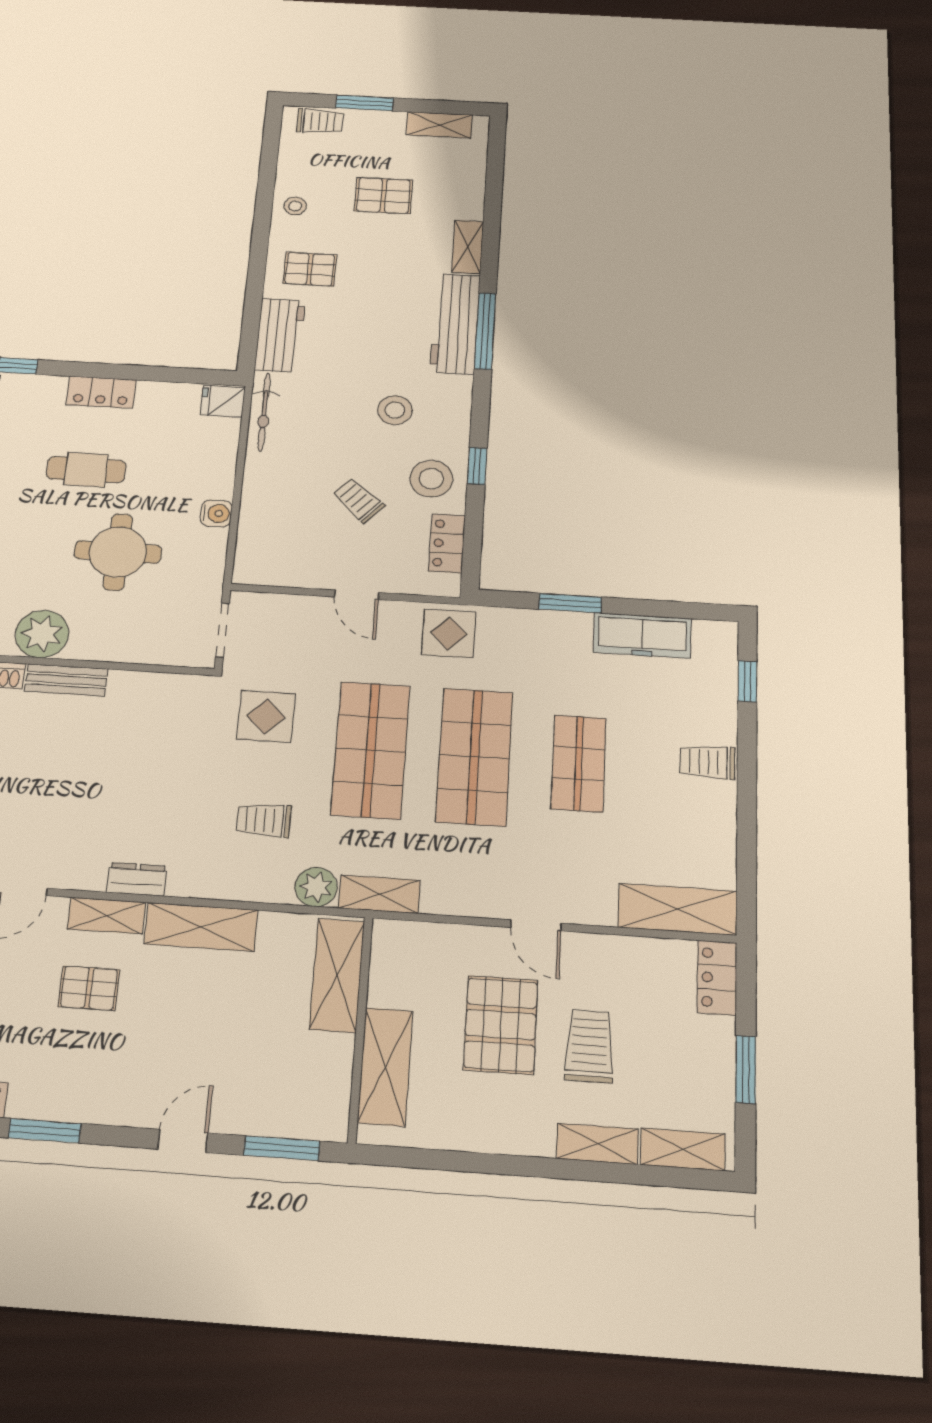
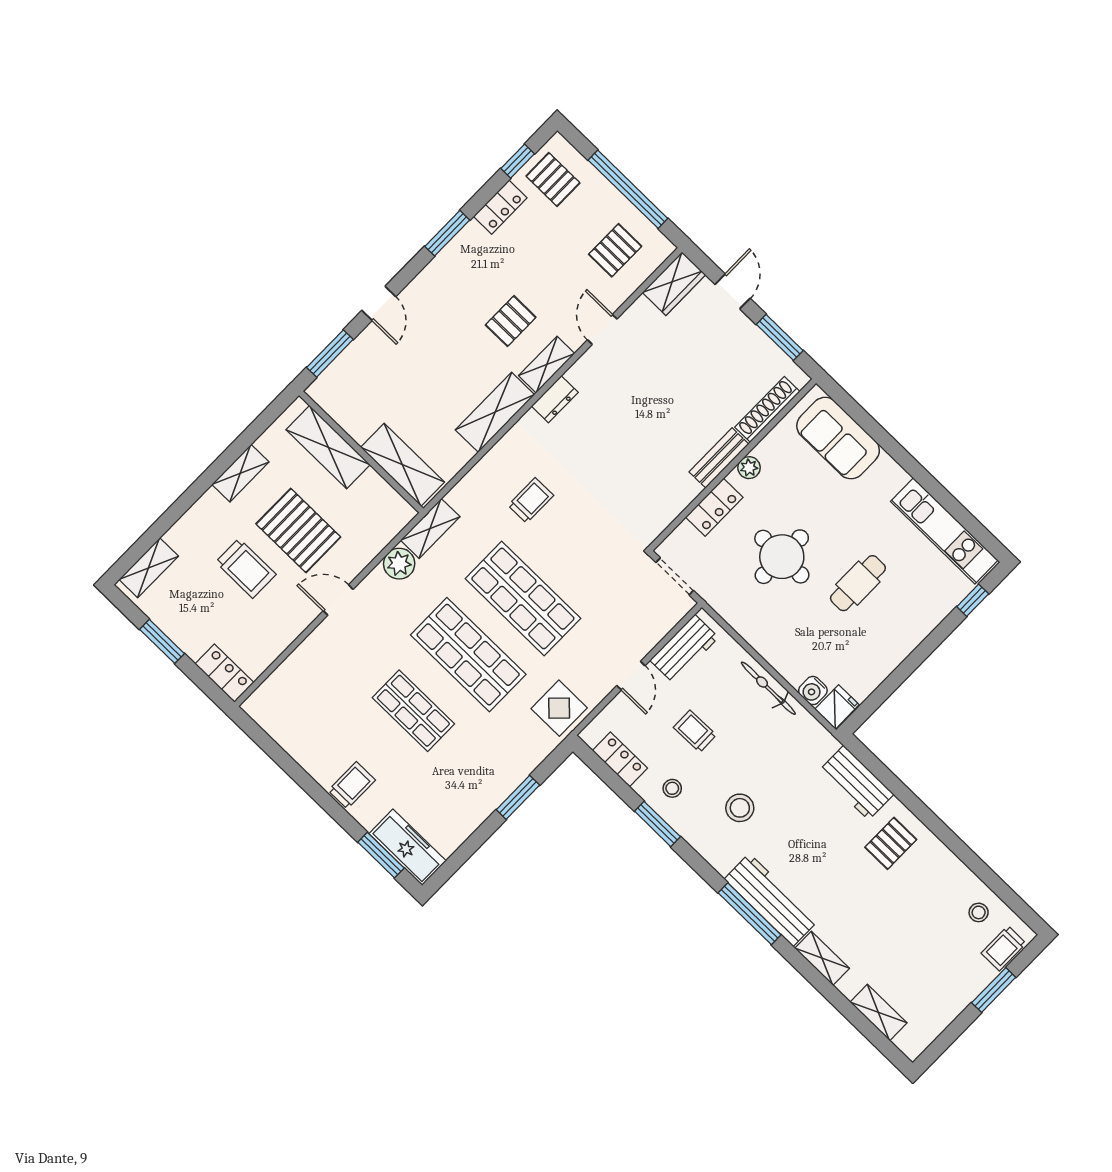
shelving: (439, 125) -> (878, 1013), moved, turned 90
pallet: (383, 196) -> (908, 939), removed
stool: (295, 206) -> (979, 912), moved
locker: (101, 392) -> (714, 507), moved, turned 180
bicycle: (264, 412) -> (768, 688), moved
window: (477, 466) -> (657, 824), width x1.50
stool: (431, 479) -> (672, 788), width x0.53, depth x0.53
trolley: (358, 500) -> (695, 731), turned -133
water cooler: (216, 513) -> (813, 691), moved
workbench: (287, 568) -> (684, 649), added
door: (357, 595) -> (631, 676), swing flipped
plant: (42, 634) -> (749, 468), width x0.53, depth x0.53
freezer: (642, 635) -> (408, 847), moved, turned 90
window: (747, 681) -> (381, 855), width x1.50
display table: (266, 716) -> (596, 556), removed
plant: (316, 887) -> (399, 564), moved
shelving: (678, 909) -> (281, 687), removed
shelving: (597, 1144) -> (240, 473), moved

